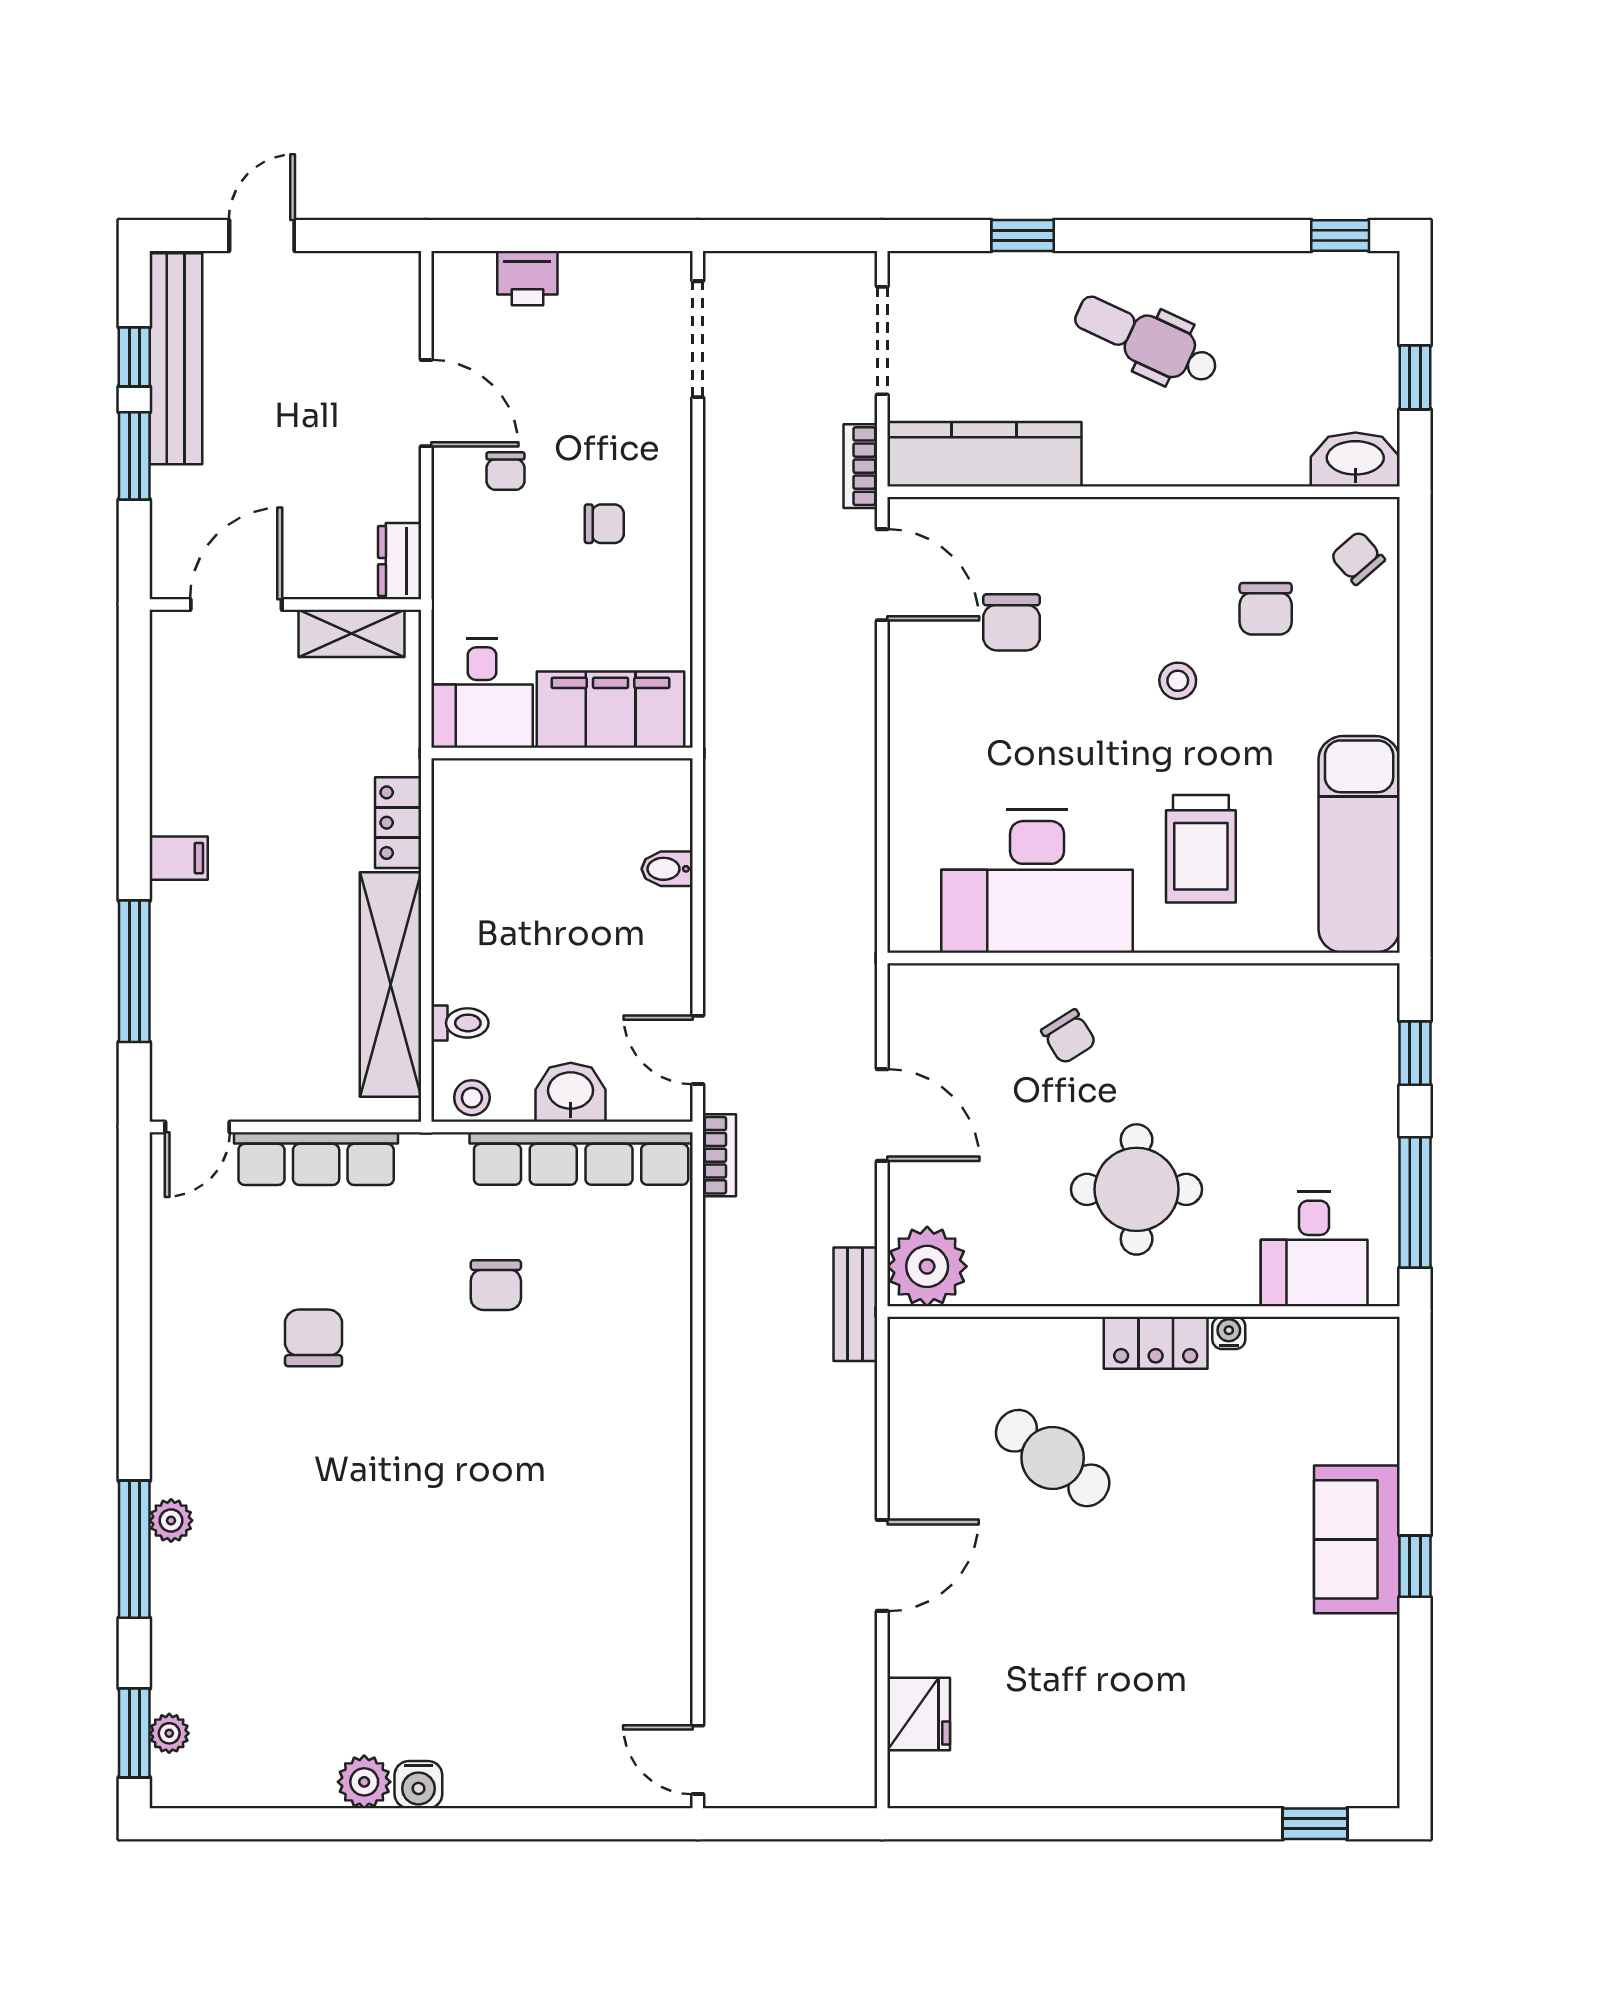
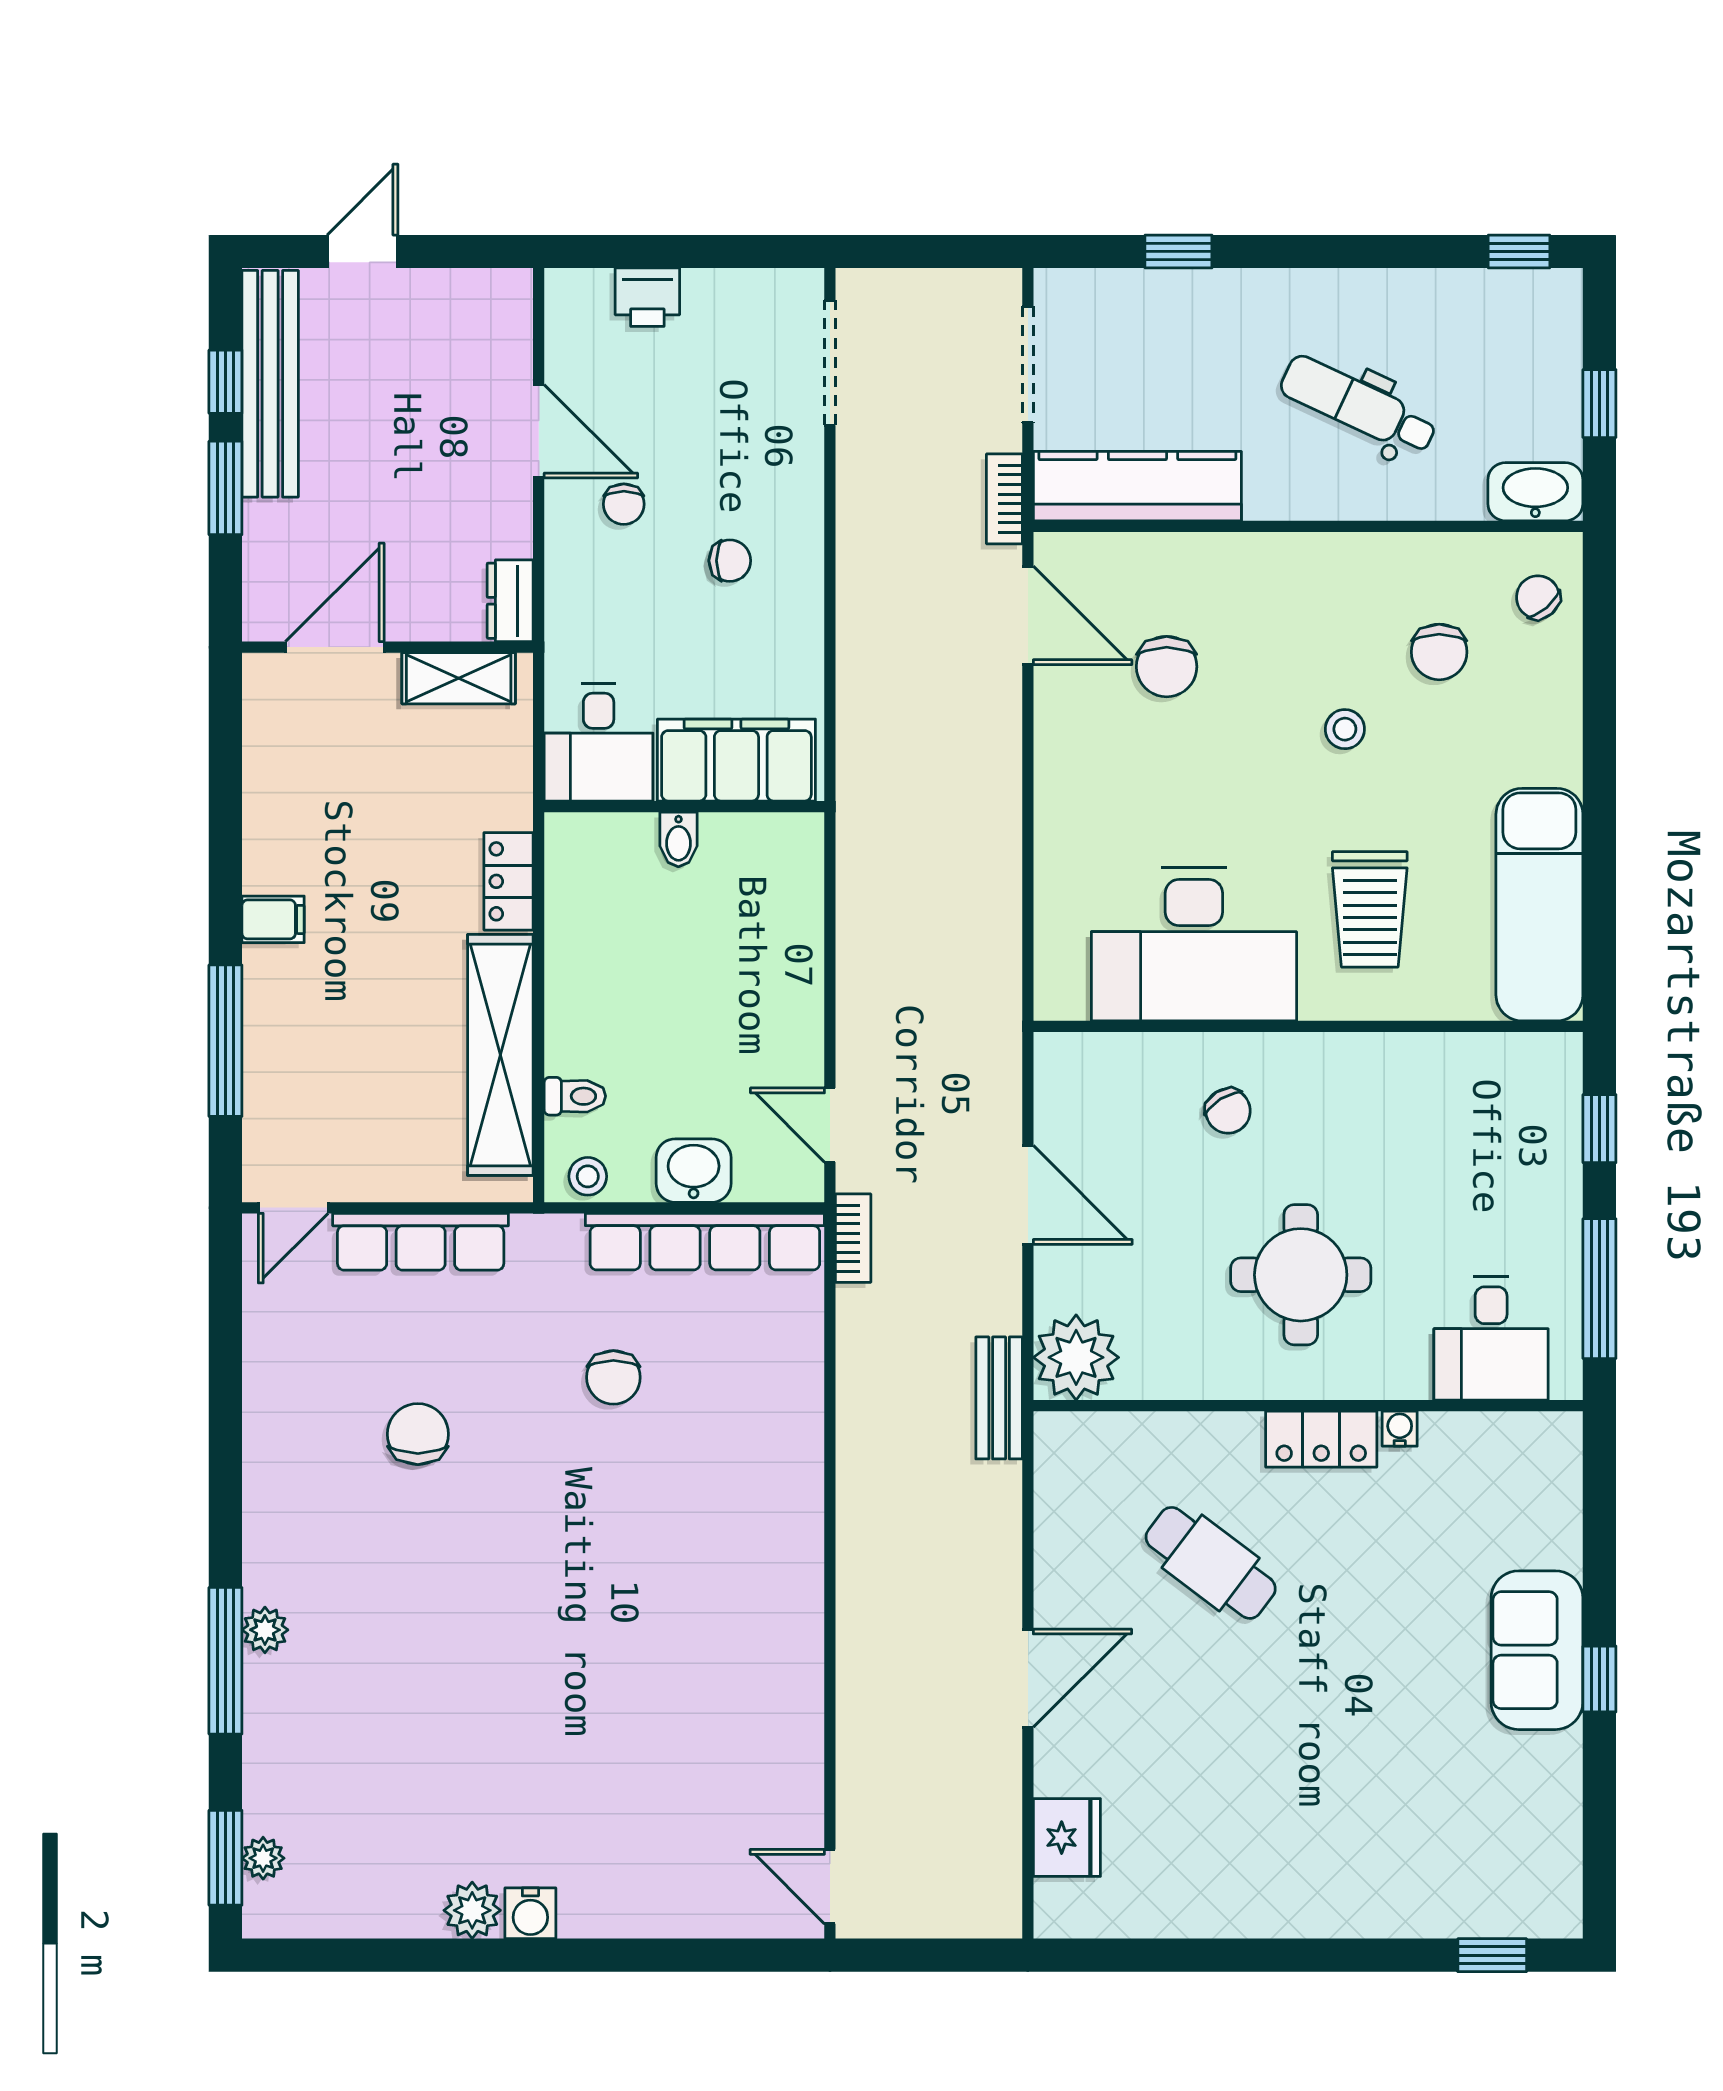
dental chair: (1146, 340) -> (1358, 406), moved
bidet: (667, 869) -> (678, 839), moved, turned -90

